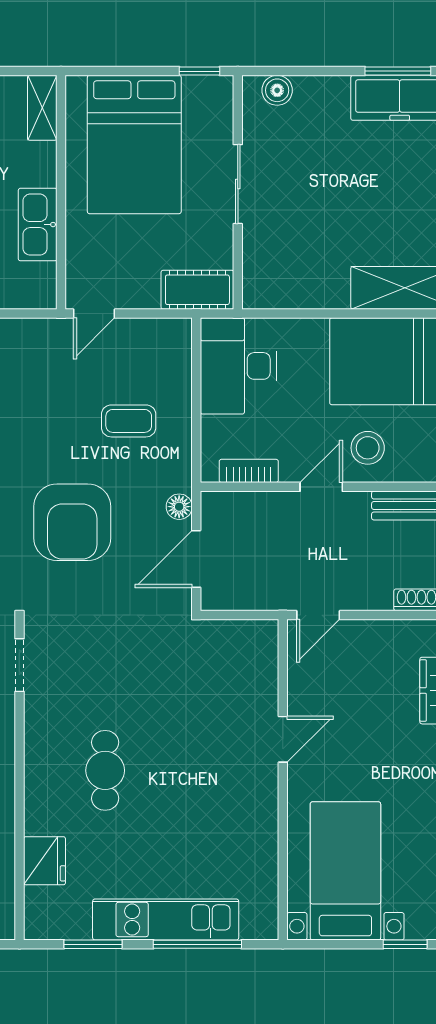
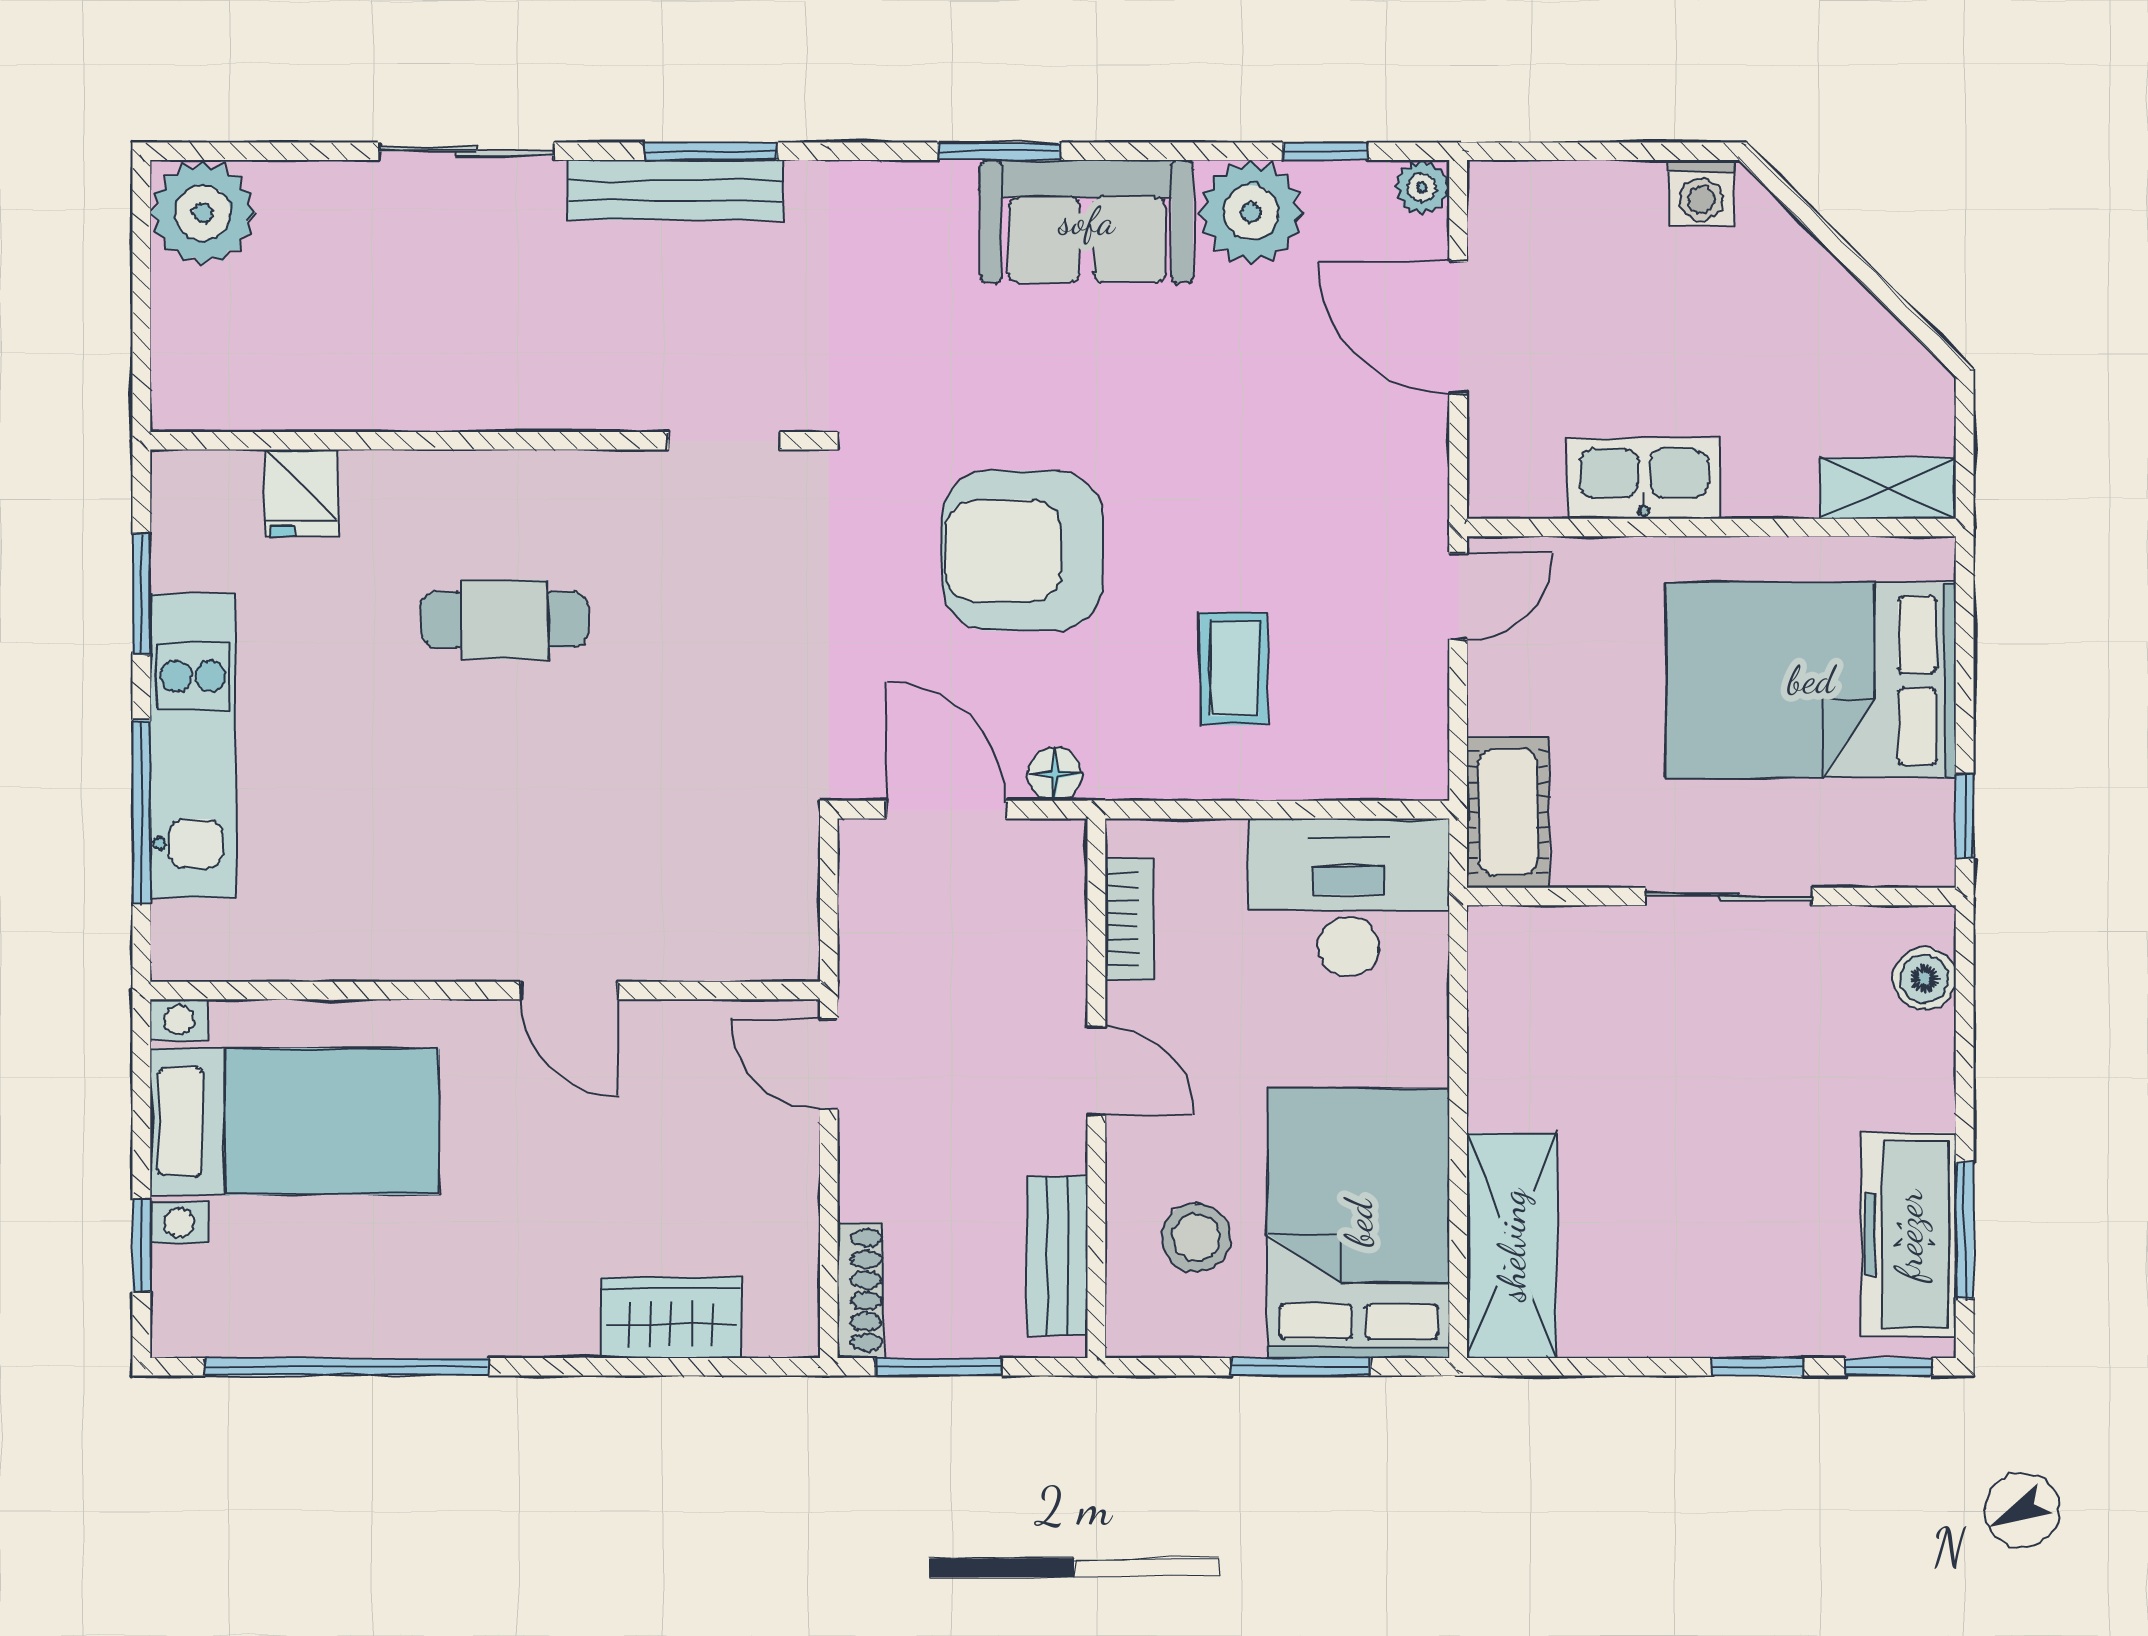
door: (94, 314) -> (1458, 596), swing flipped
stool: (368, 448) -> (1196, 1238), moved
fridge: (44, 861) -> (302, 493), width x0.72

